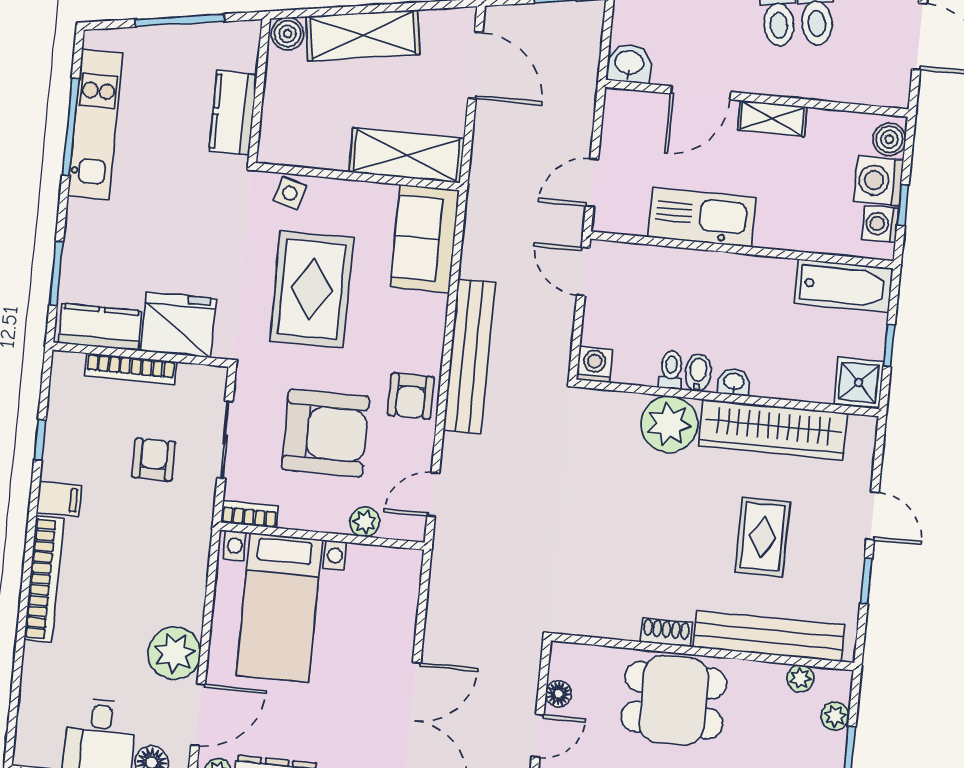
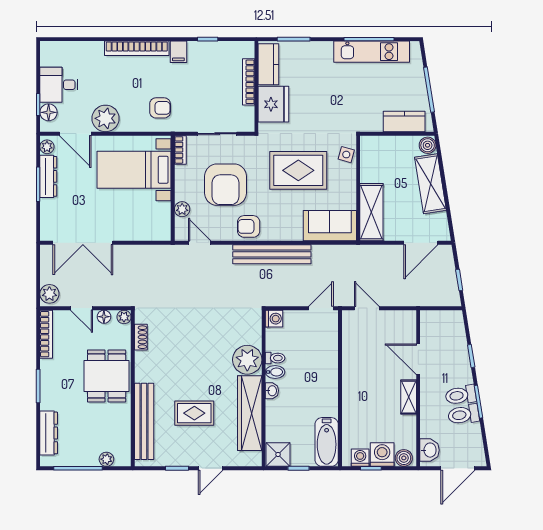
washbasin: (629, 63) -> (429, 450), moved
kitchen counter: (233, 113) -> (404, 122), moved
kitchen sink: (702, 217) -> (355, 366), removed
armchair: (154, 460) -> (160, 108), moved
shoe rack: (666, 632) -> (141, 337), moved
plant: (800, 678) -> (124, 317), moved

